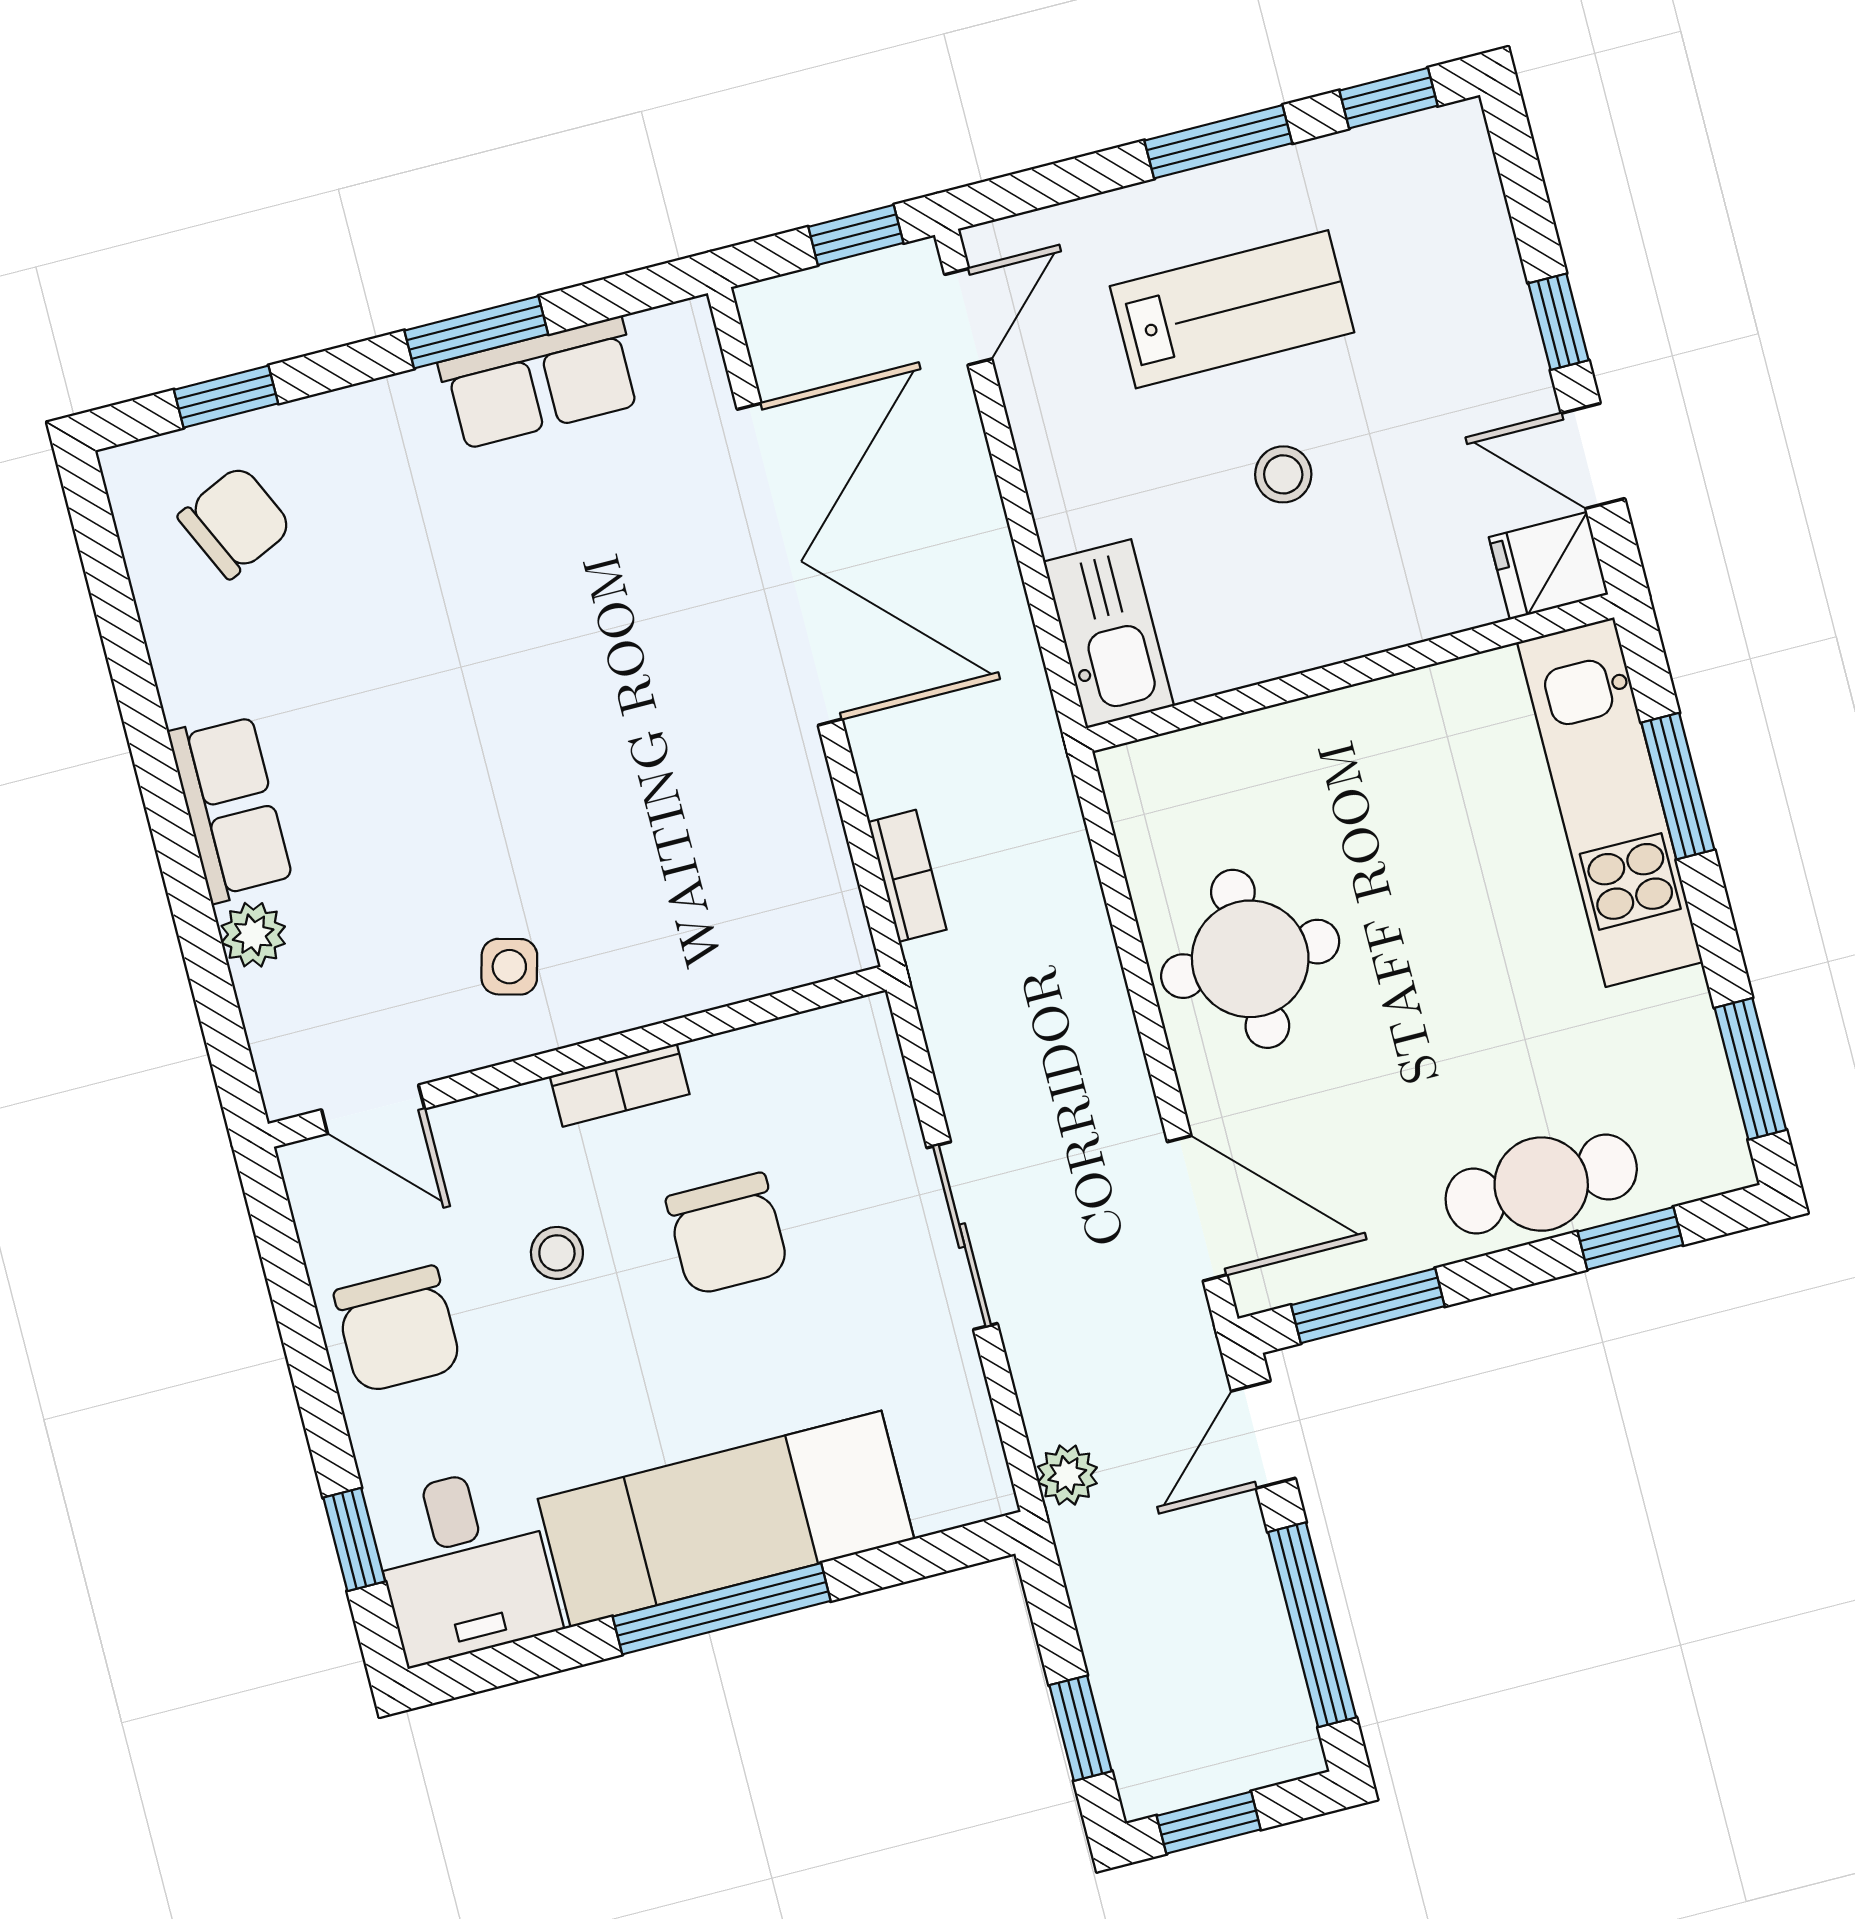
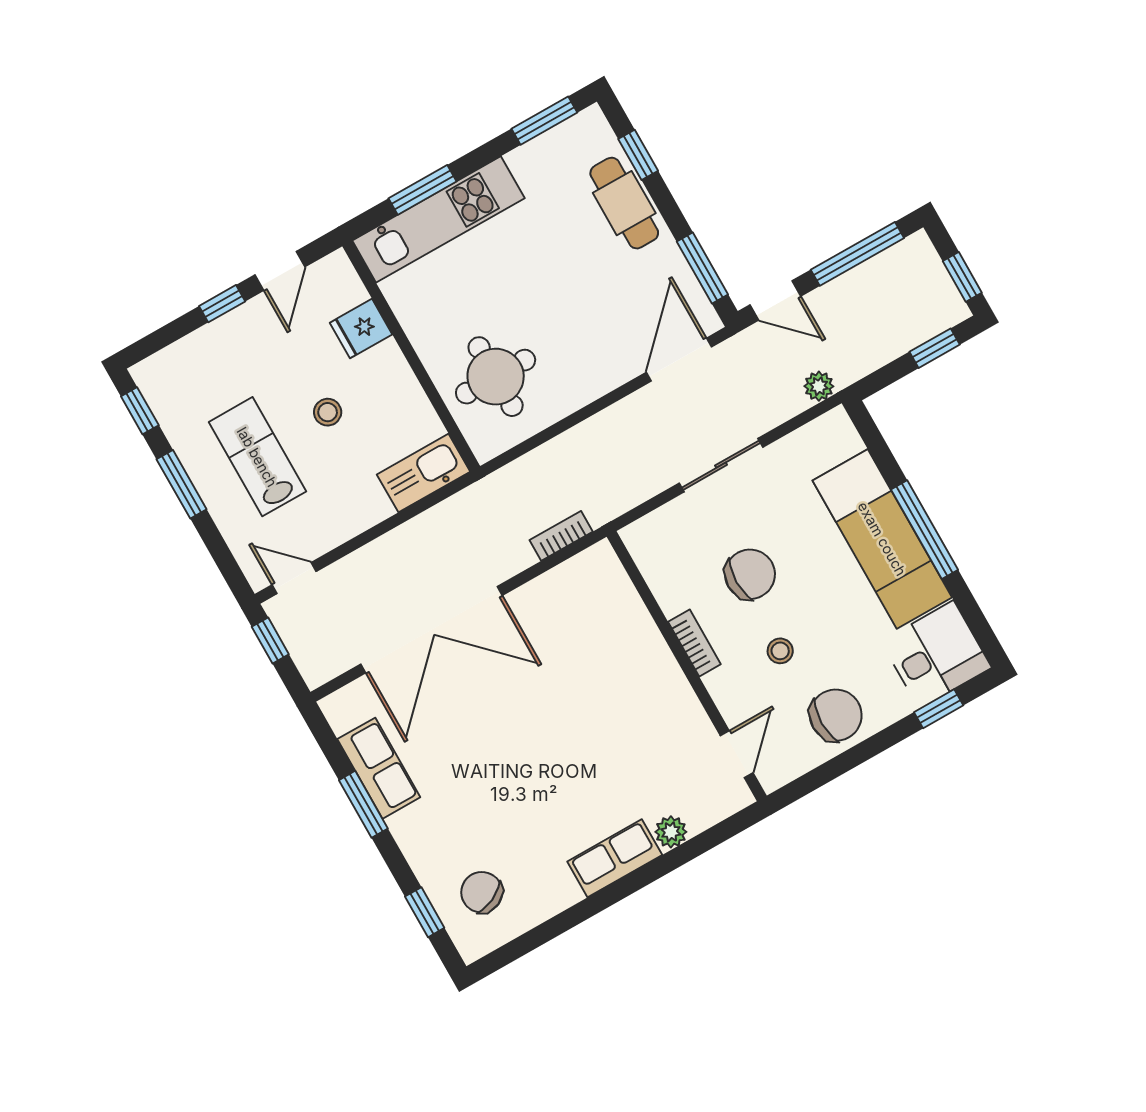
double door: (790, 564) -> (431, 630), swing flipped
fridge: (1549, 566) -> (361, 329), moved, turned 90
round table: (1250, 959) -> (496, 377), moved
side table: (509, 967) -> (653, 709), removed

